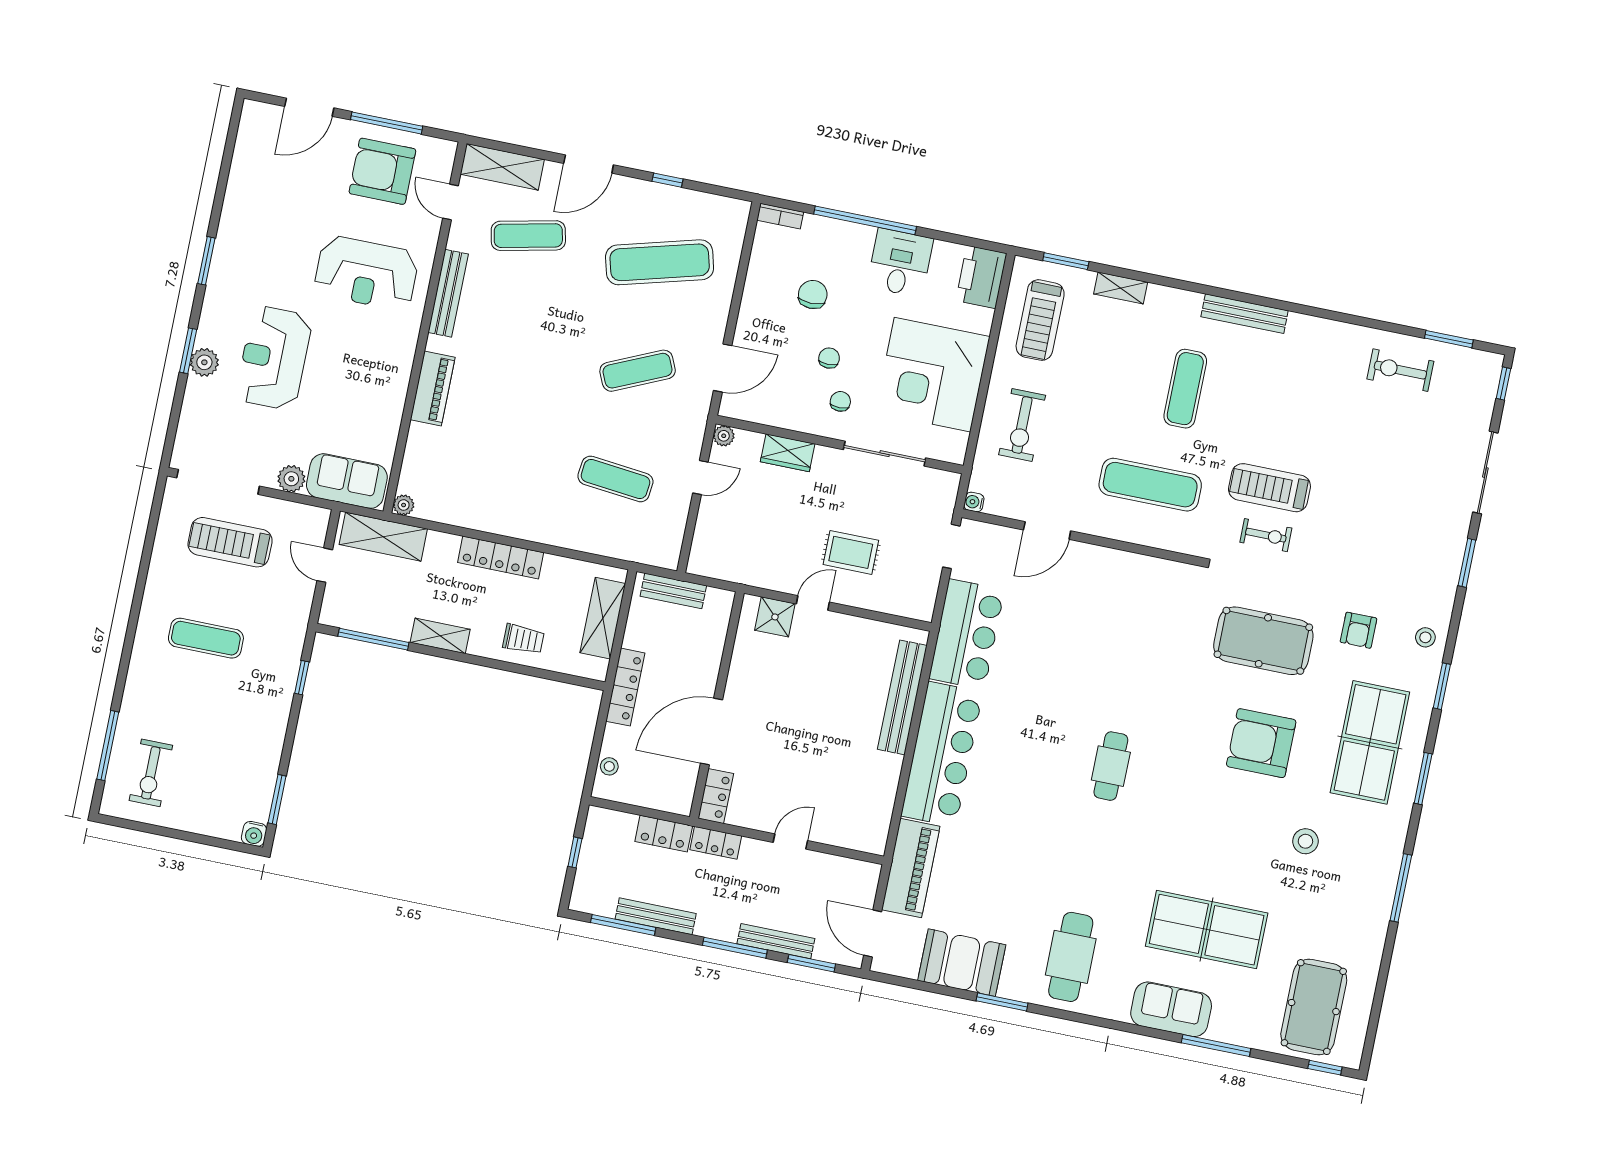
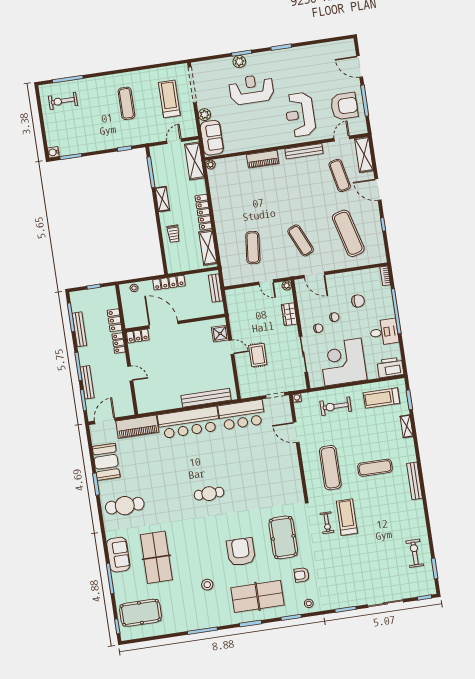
armchair: (382, 171) -> (344, 106), turned 90
shelving: (603, 618) -> (208, 248), moved, turned 90

